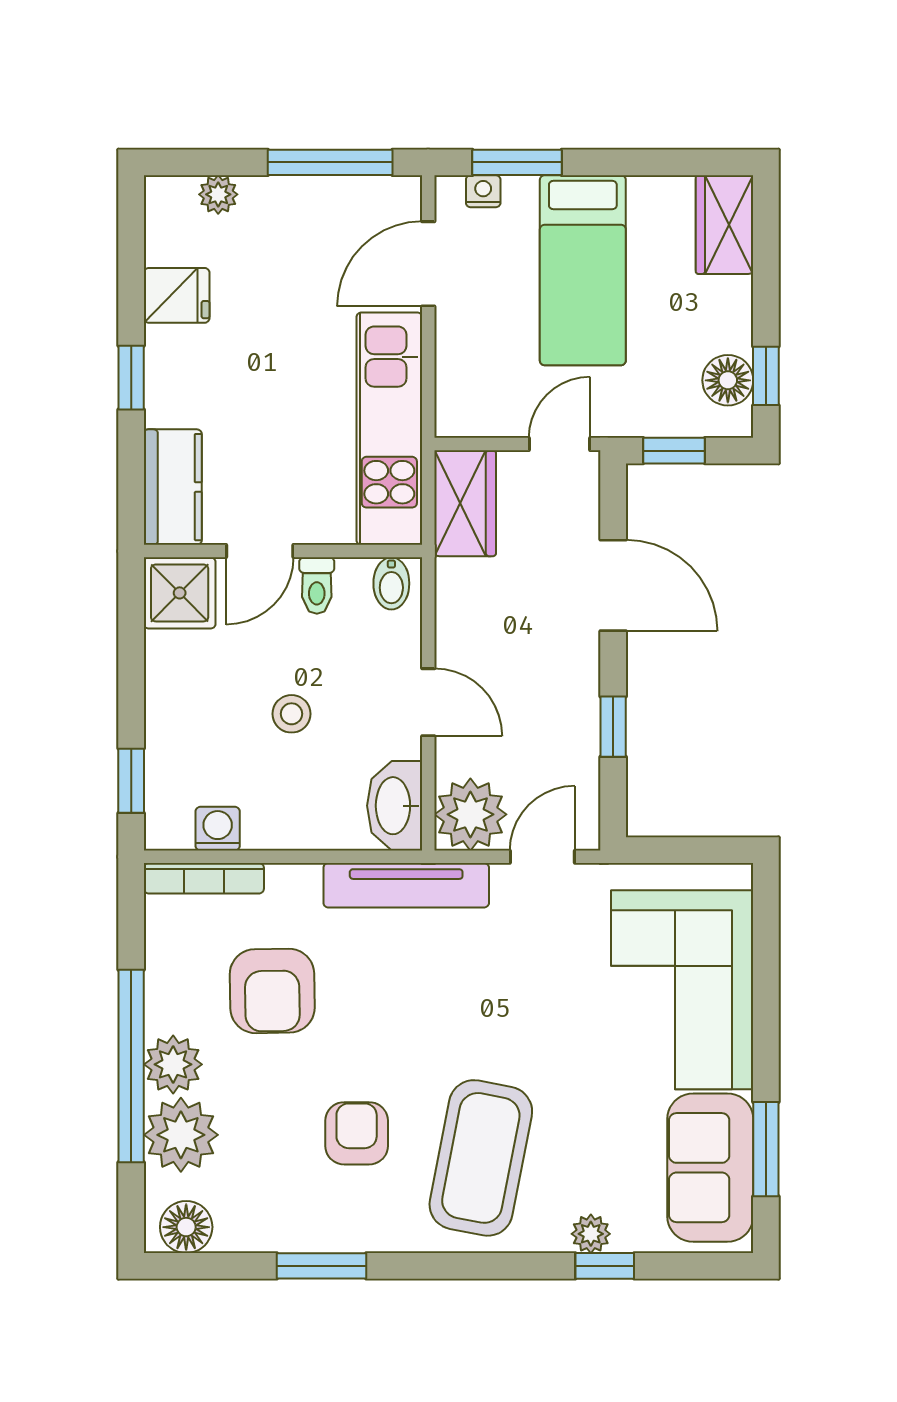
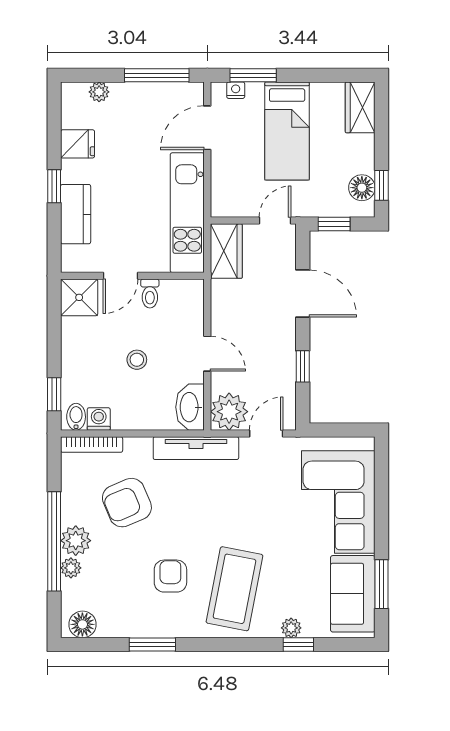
kitchen counter: (173, 487) -> (76, 214), moved
bidet: (391, 583) -> (76, 417), moved, turned 180
armchair: (272, 991) -> (127, 503), turned 68
plant: (181, 1135) -> (71, 568), width x0.53, depth x0.53

